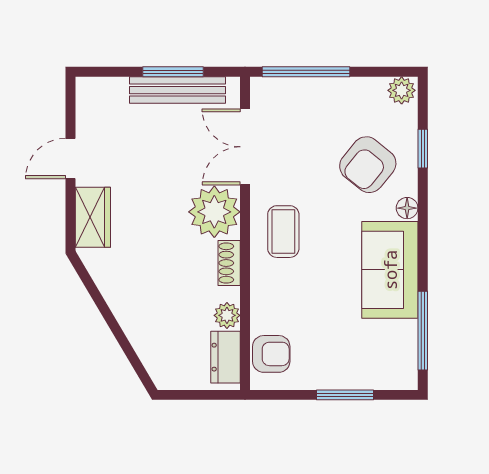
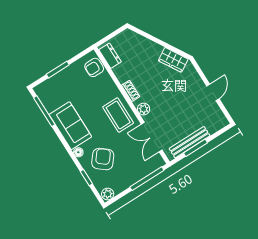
double door: (245, 147) -> (152, 137), swing flipped
plant: (214, 212) -> (144, 109), width x0.53, depth x0.53
wardrobe: (93, 217) -> (173, 60), moved, turned -31
coffee table: (283, 232) -> (118, 115), width x1.36, depth x1.30
plant: (227, 315) -> (119, 71), removed

